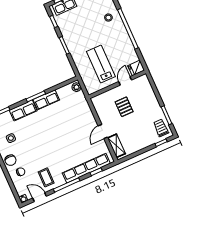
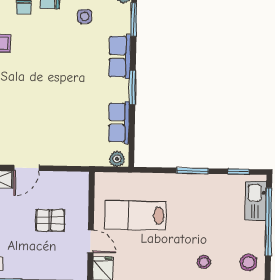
lab bench: (101, 64) -> (136, 215), turned 180
row of seats: (46, 100) -> (119, 123), moved
door: (103, 132) -> (27, 168), swing flipped

